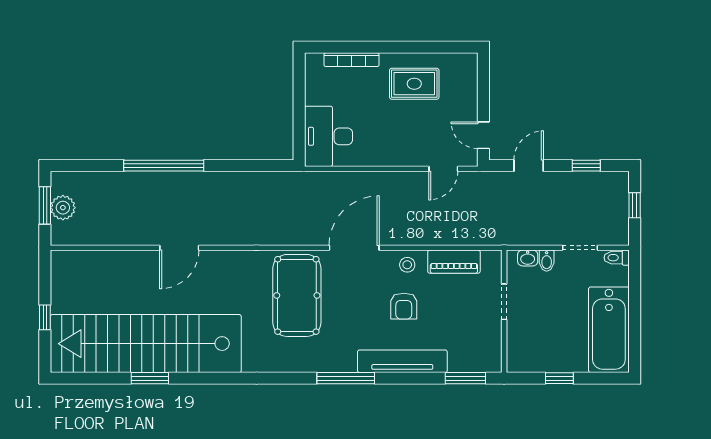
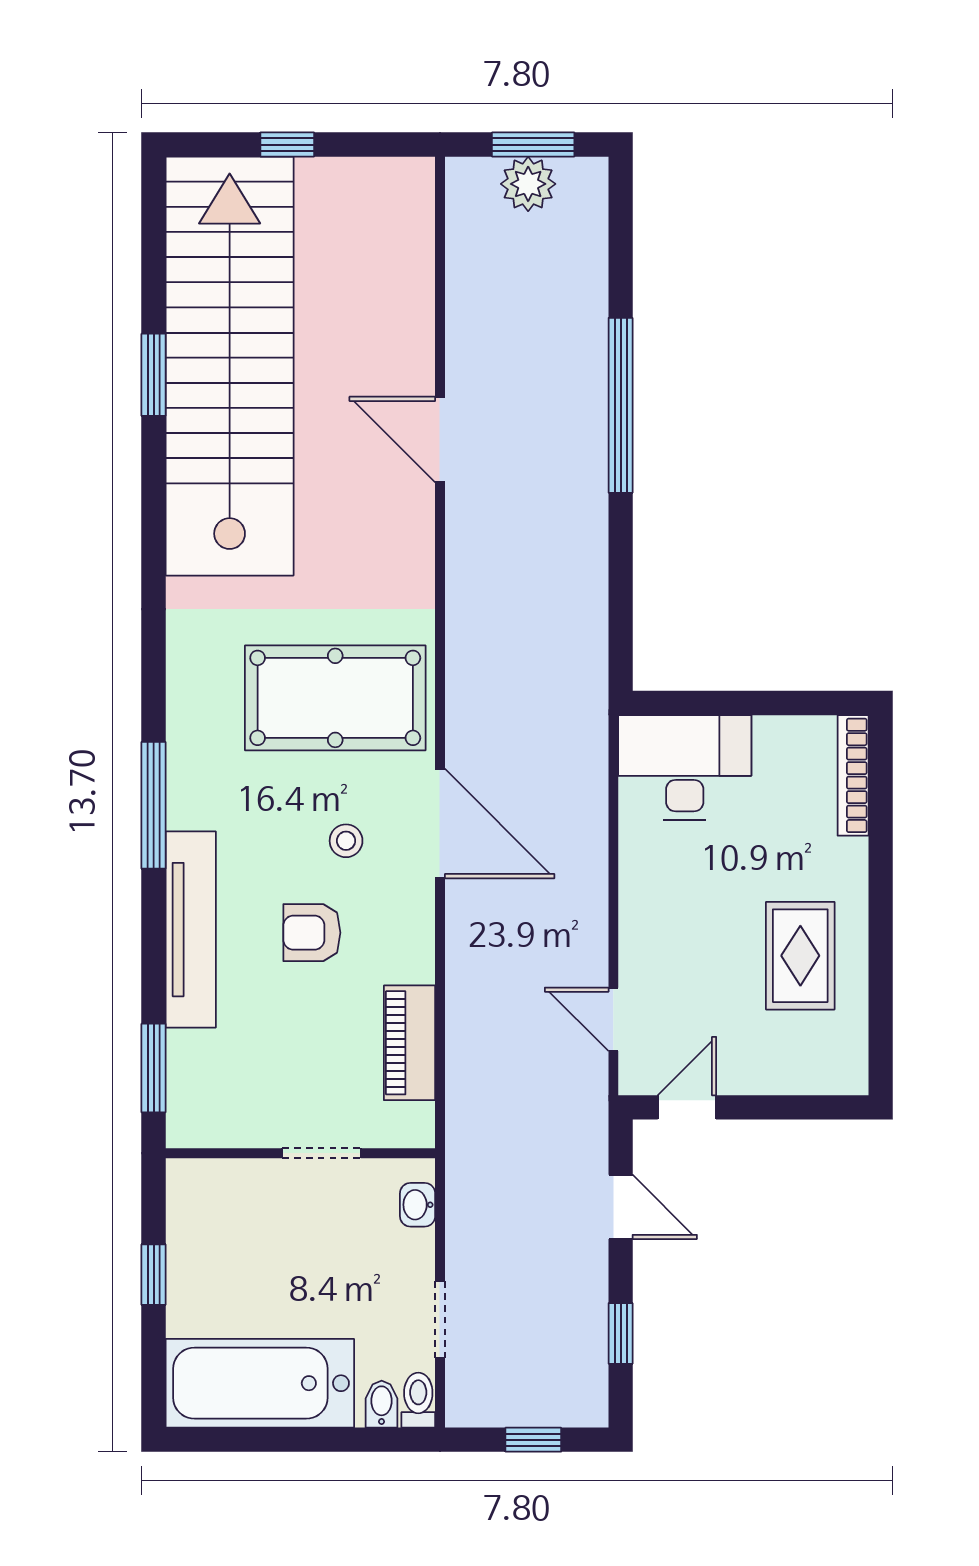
bookcase: (351, 60) -> (853, 775), moved
bidet: (547, 261) -> (382, 1404), moved, turned 90
stool: (407, 265) -> (346, 841), moved

